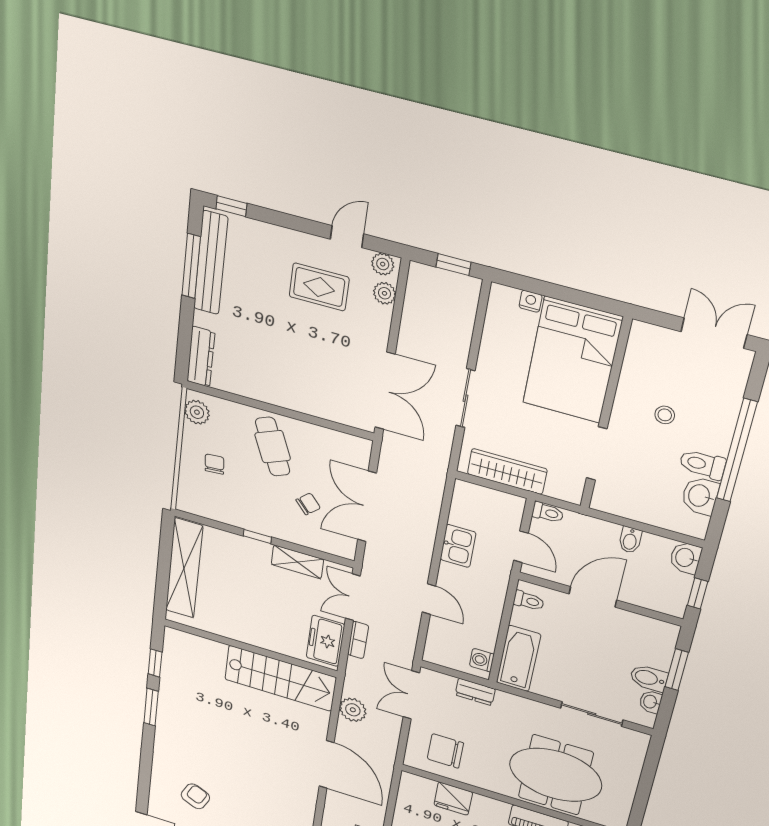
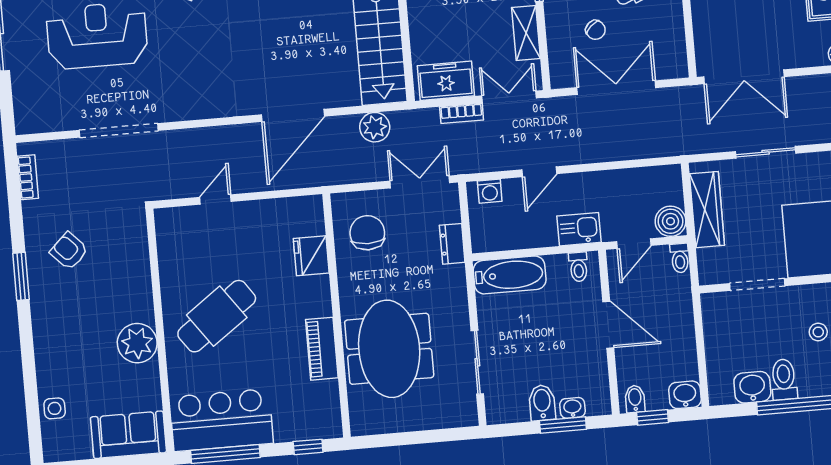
boiler: (509, 507) -> (671, 221), added
bidet: (630, 540) -> (635, 399), moved, turned 90
kitchen sink: (458, 546) -> (579, 229), moved, turned 180
washing machine: (482, 660) -> (490, 191), moved, turned 180
washbasin: (651, 702) -> (572, 408), moved

